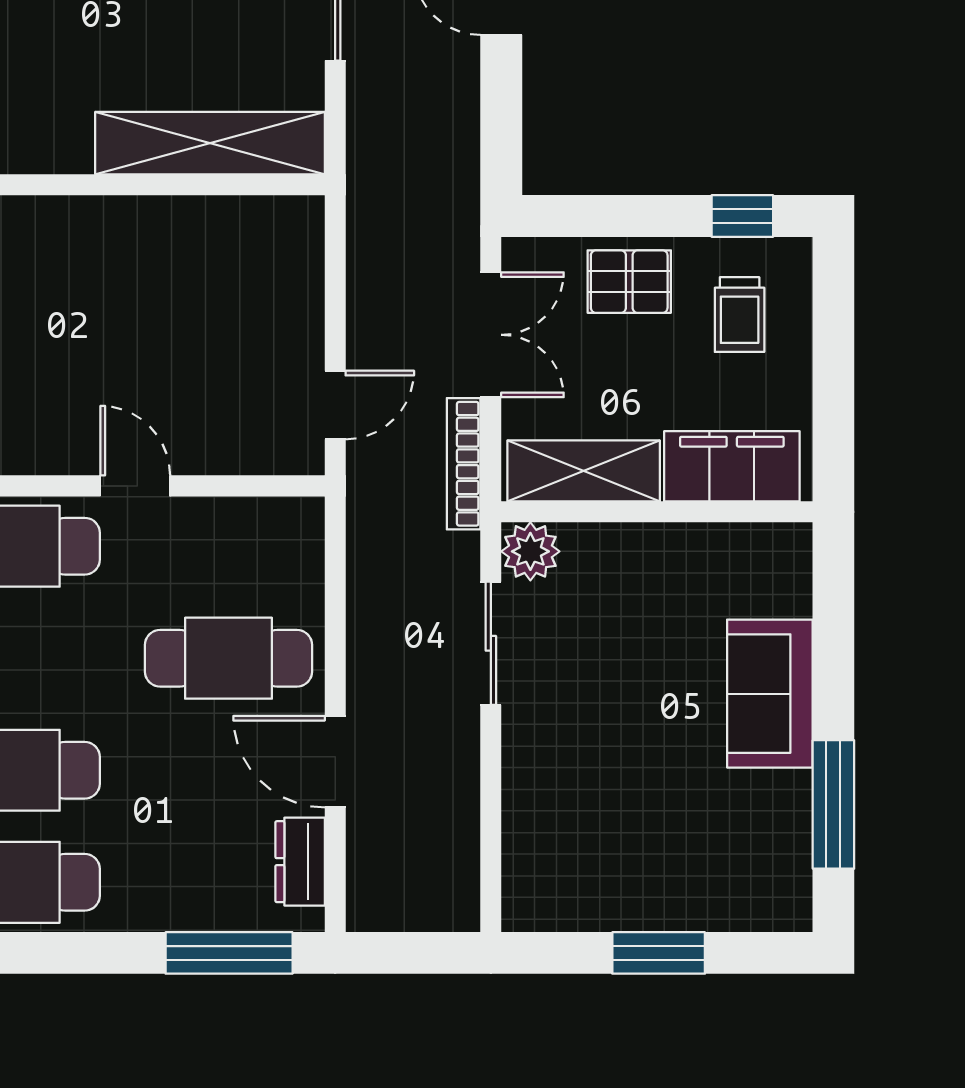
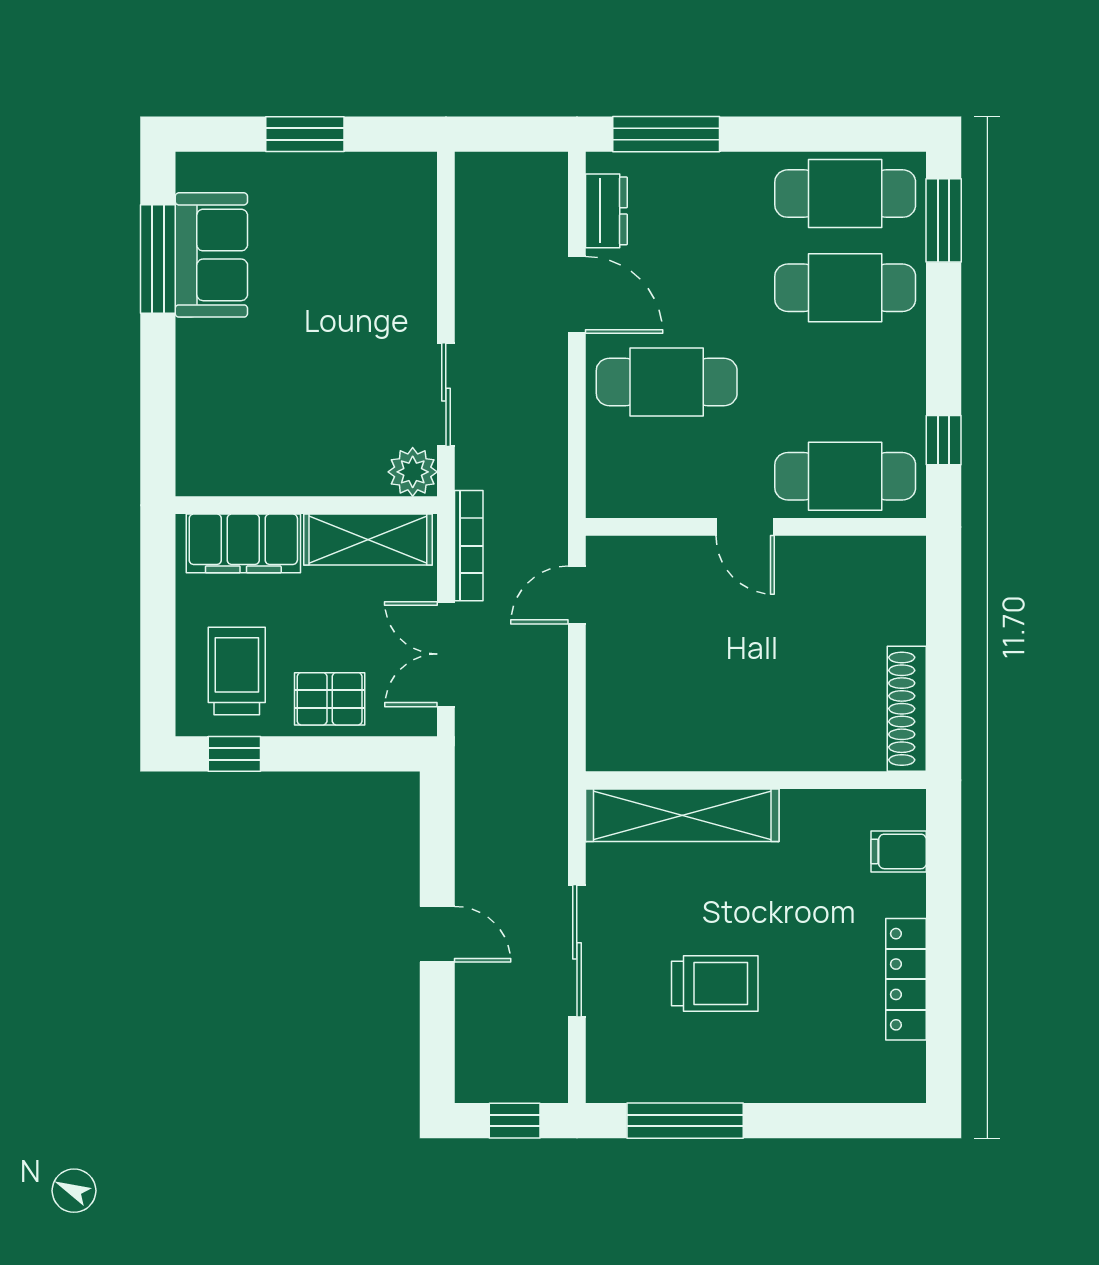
trolley: (740, 315) -> (237, 671), width x1.36, depth x1.39
sofa: (770, 694) -> (211, 255), moved

